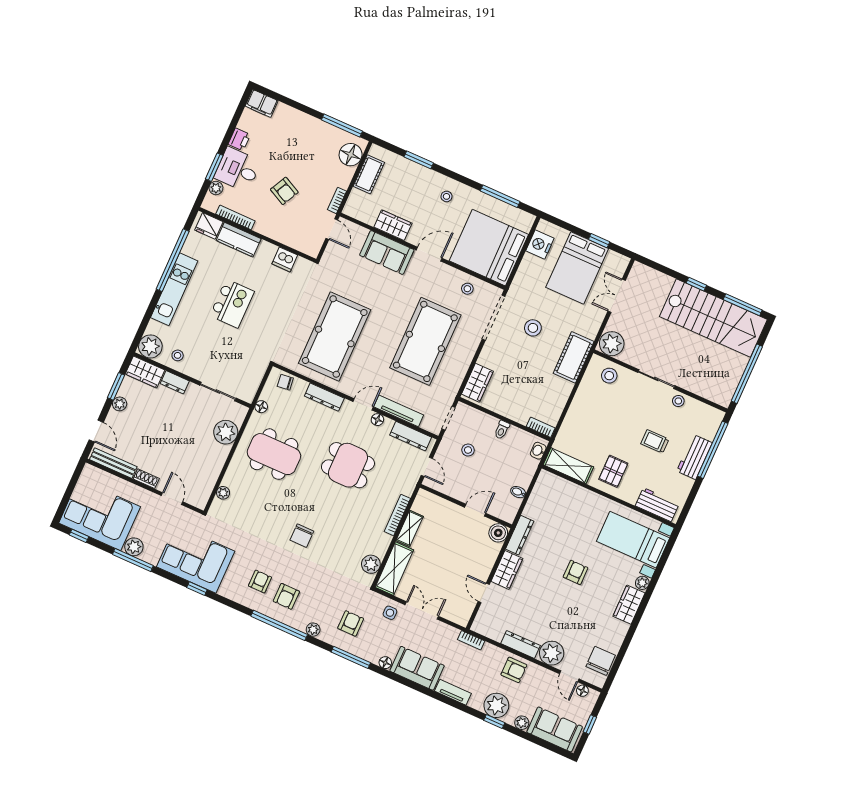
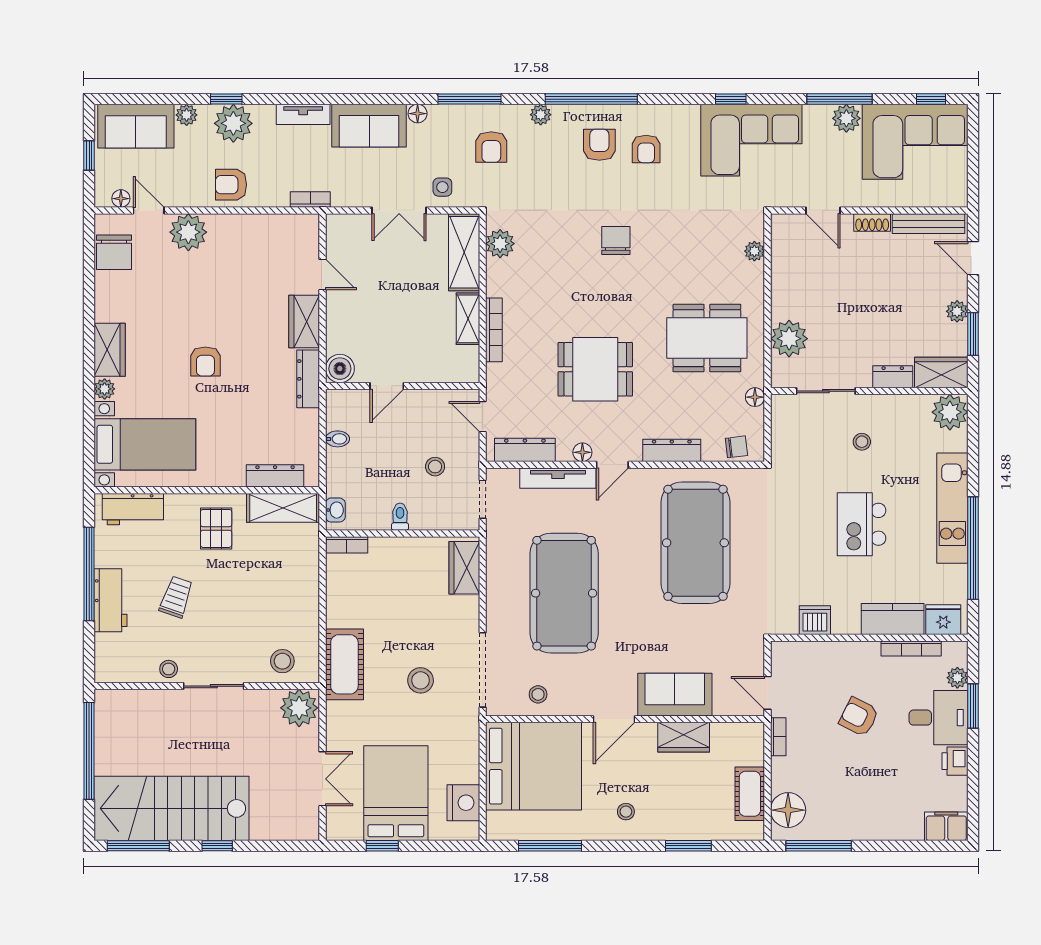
stool: (178, 355) -> (862, 442), moved
trolley: (655, 441) -> (176, 597), turned -71
window: (713, 450) -> (89, 574), moved
dresser: (521, 645) -> (275, 476), moved, turned 180

